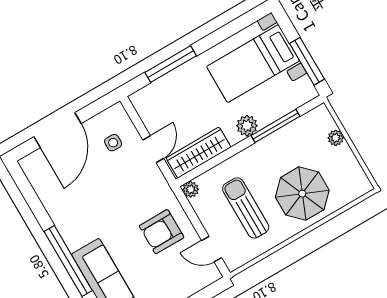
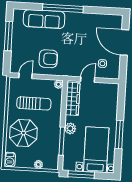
window: (171, 64) -> (119, 135), moved
door: (153, 149) -> (88, 80), swing flipped
barbecue: (357, 187) -> (10, 160), added
armchair: (162, 232) -> (48, 59), turned 90

